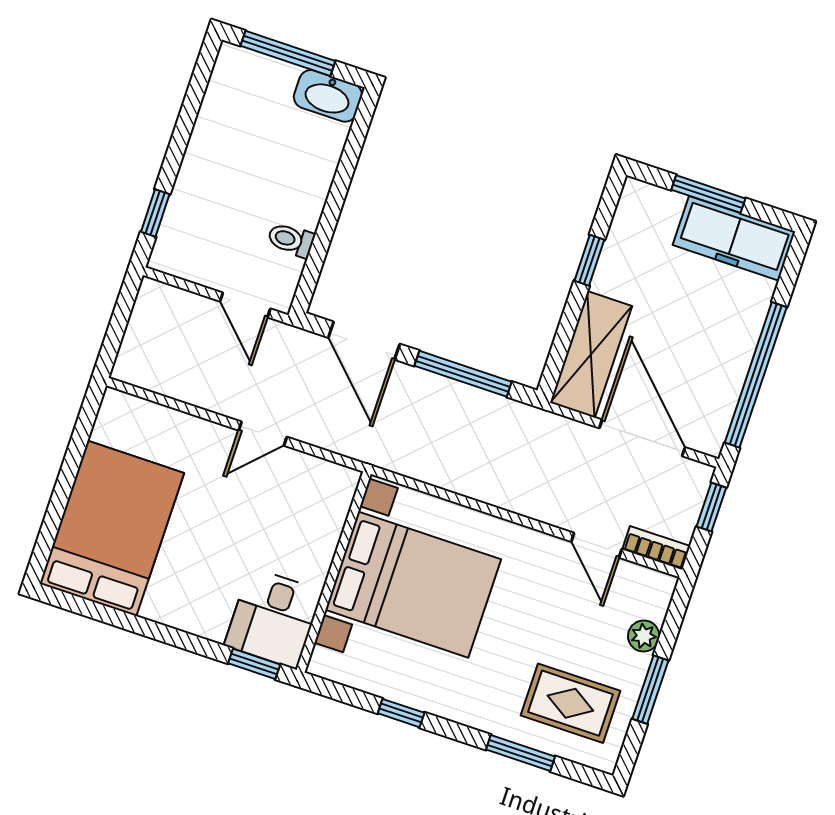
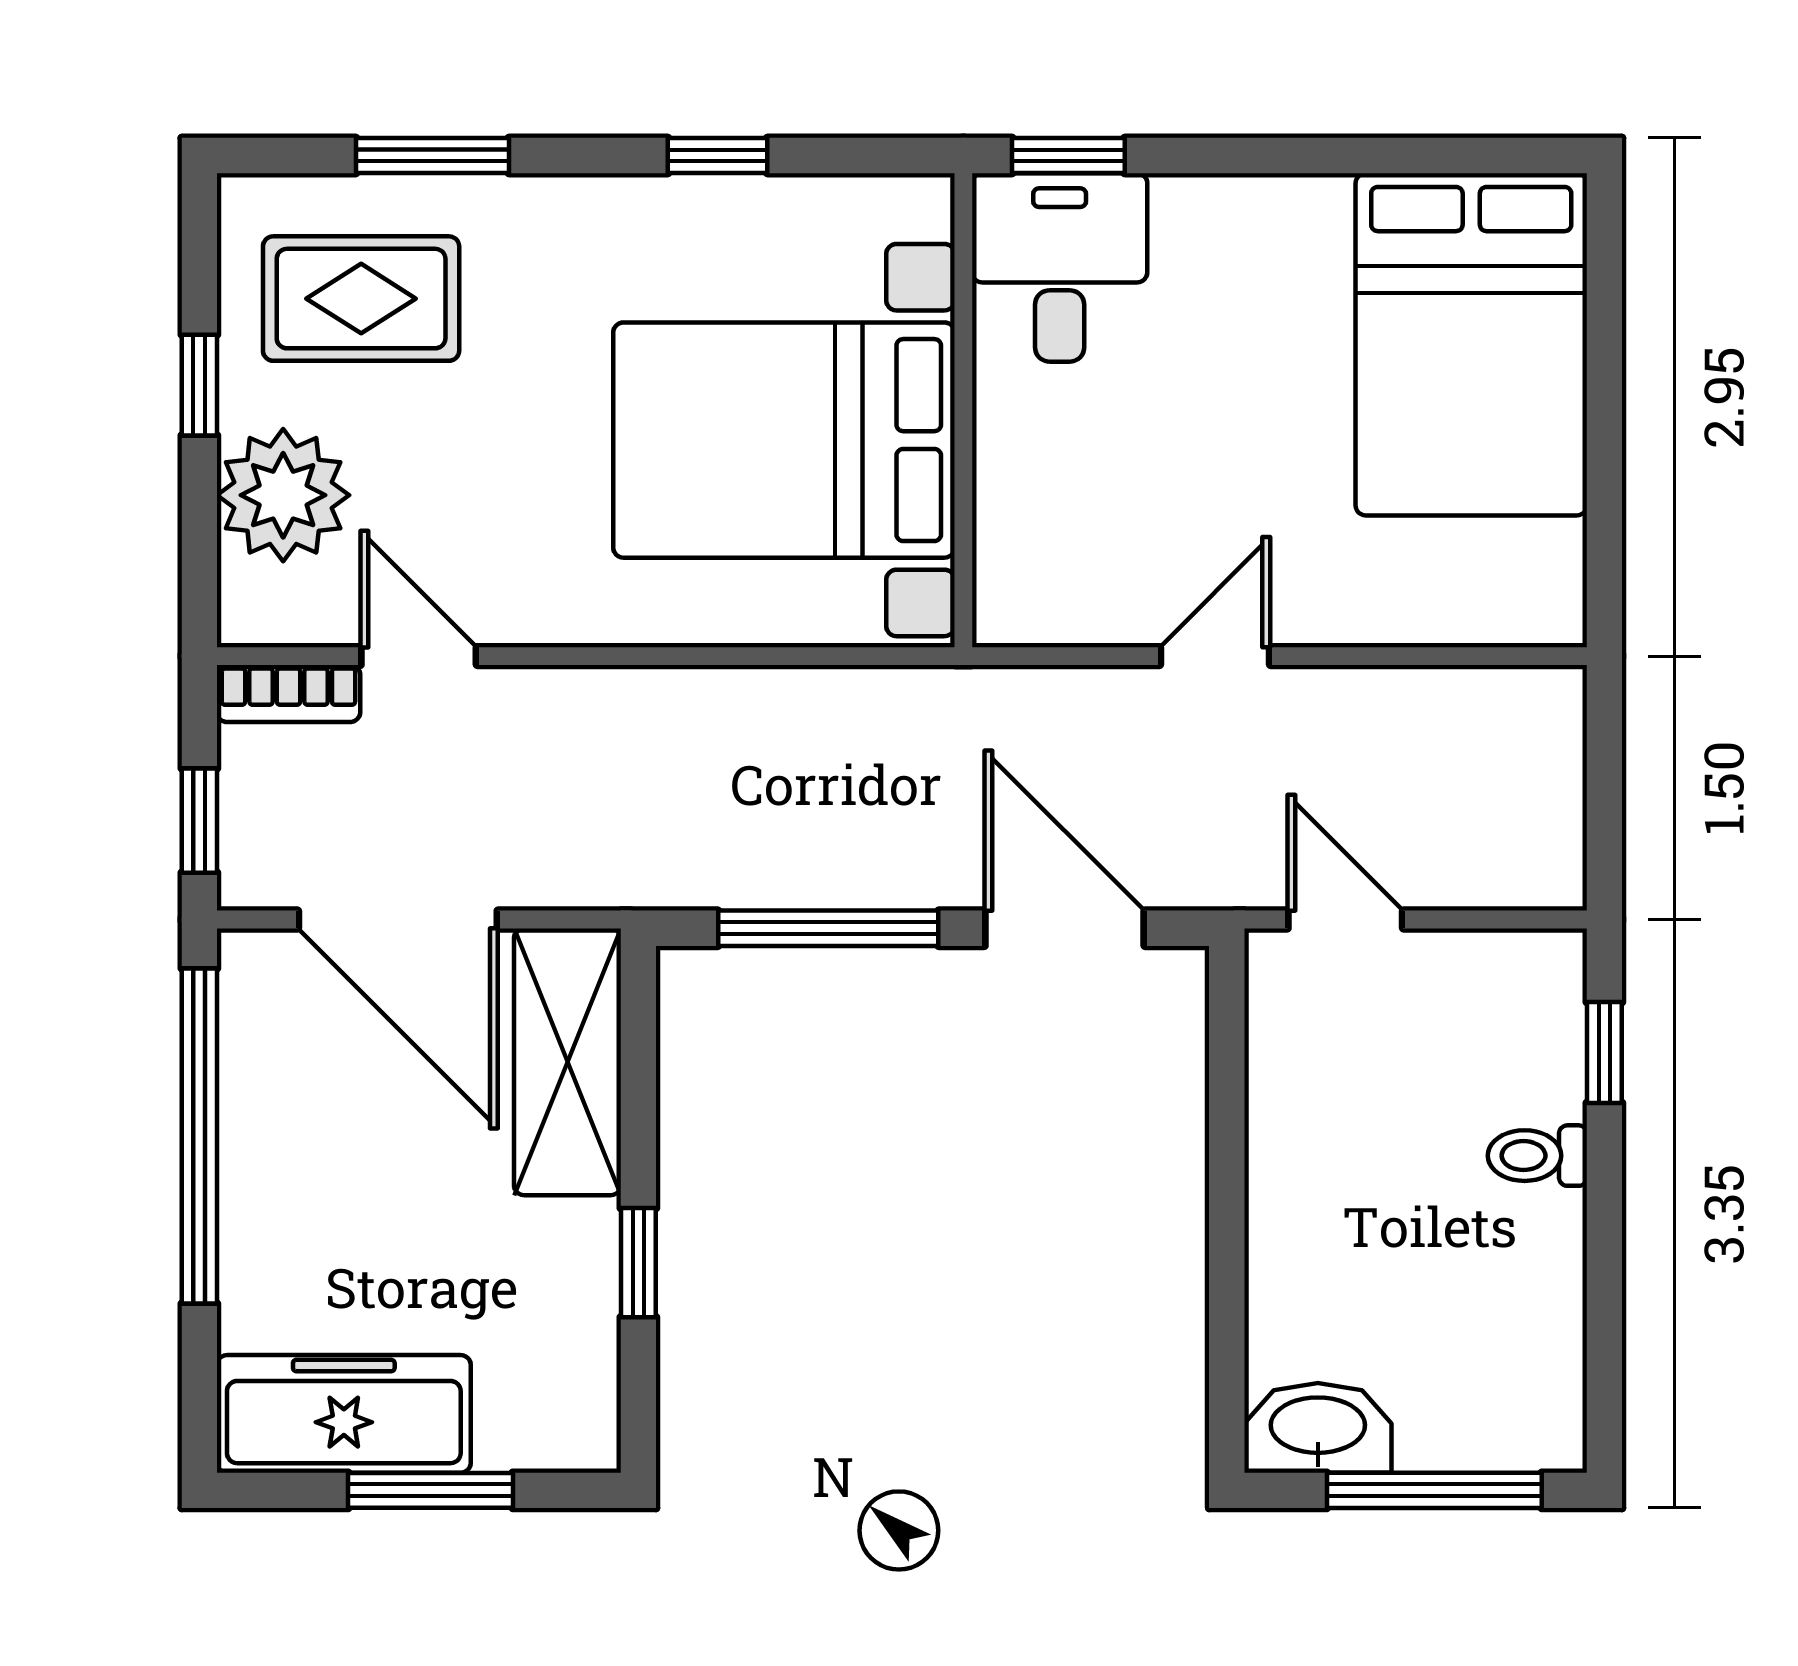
toilet: (291, 240) -> (1537, 1156), moved, turned 180
plant: (644, 636) -> (283, 495), width x1.87, depth x1.87
window: (650, 690) -> (199, 385), width x0.67

